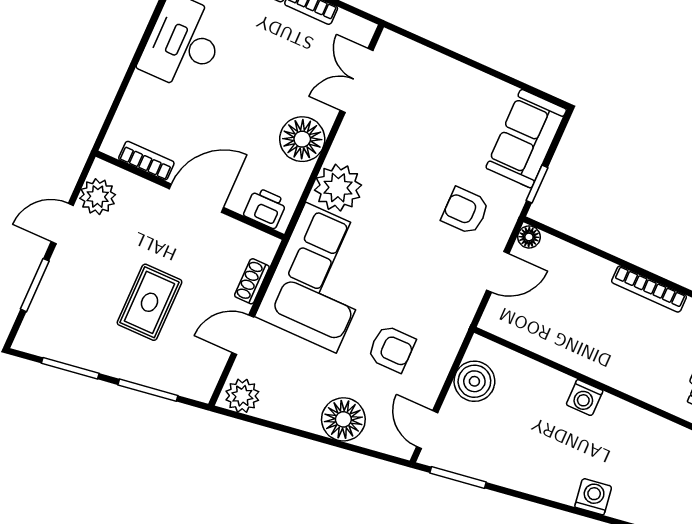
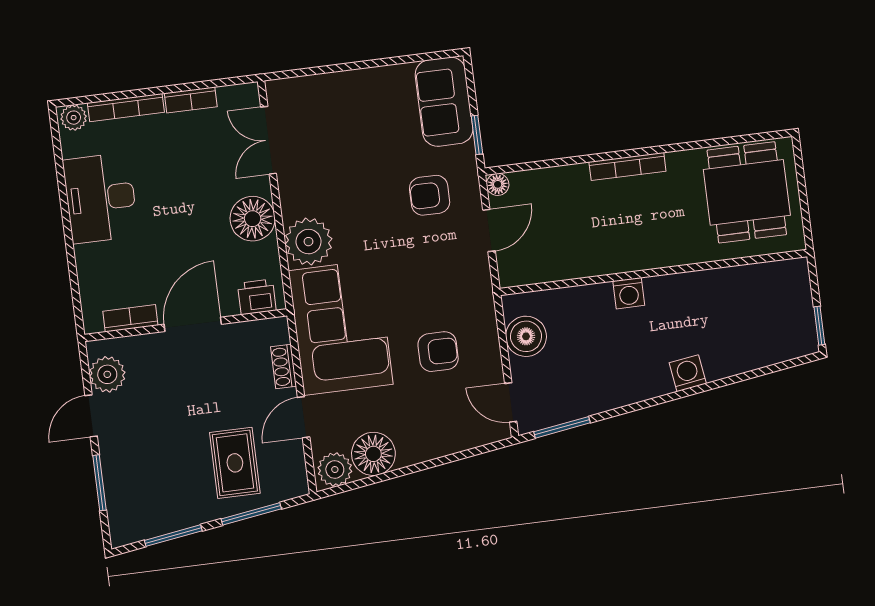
rug: (149, 302) -> (235, 463), moved
floor lamp: (343, 419) -> (373, 454), moved

